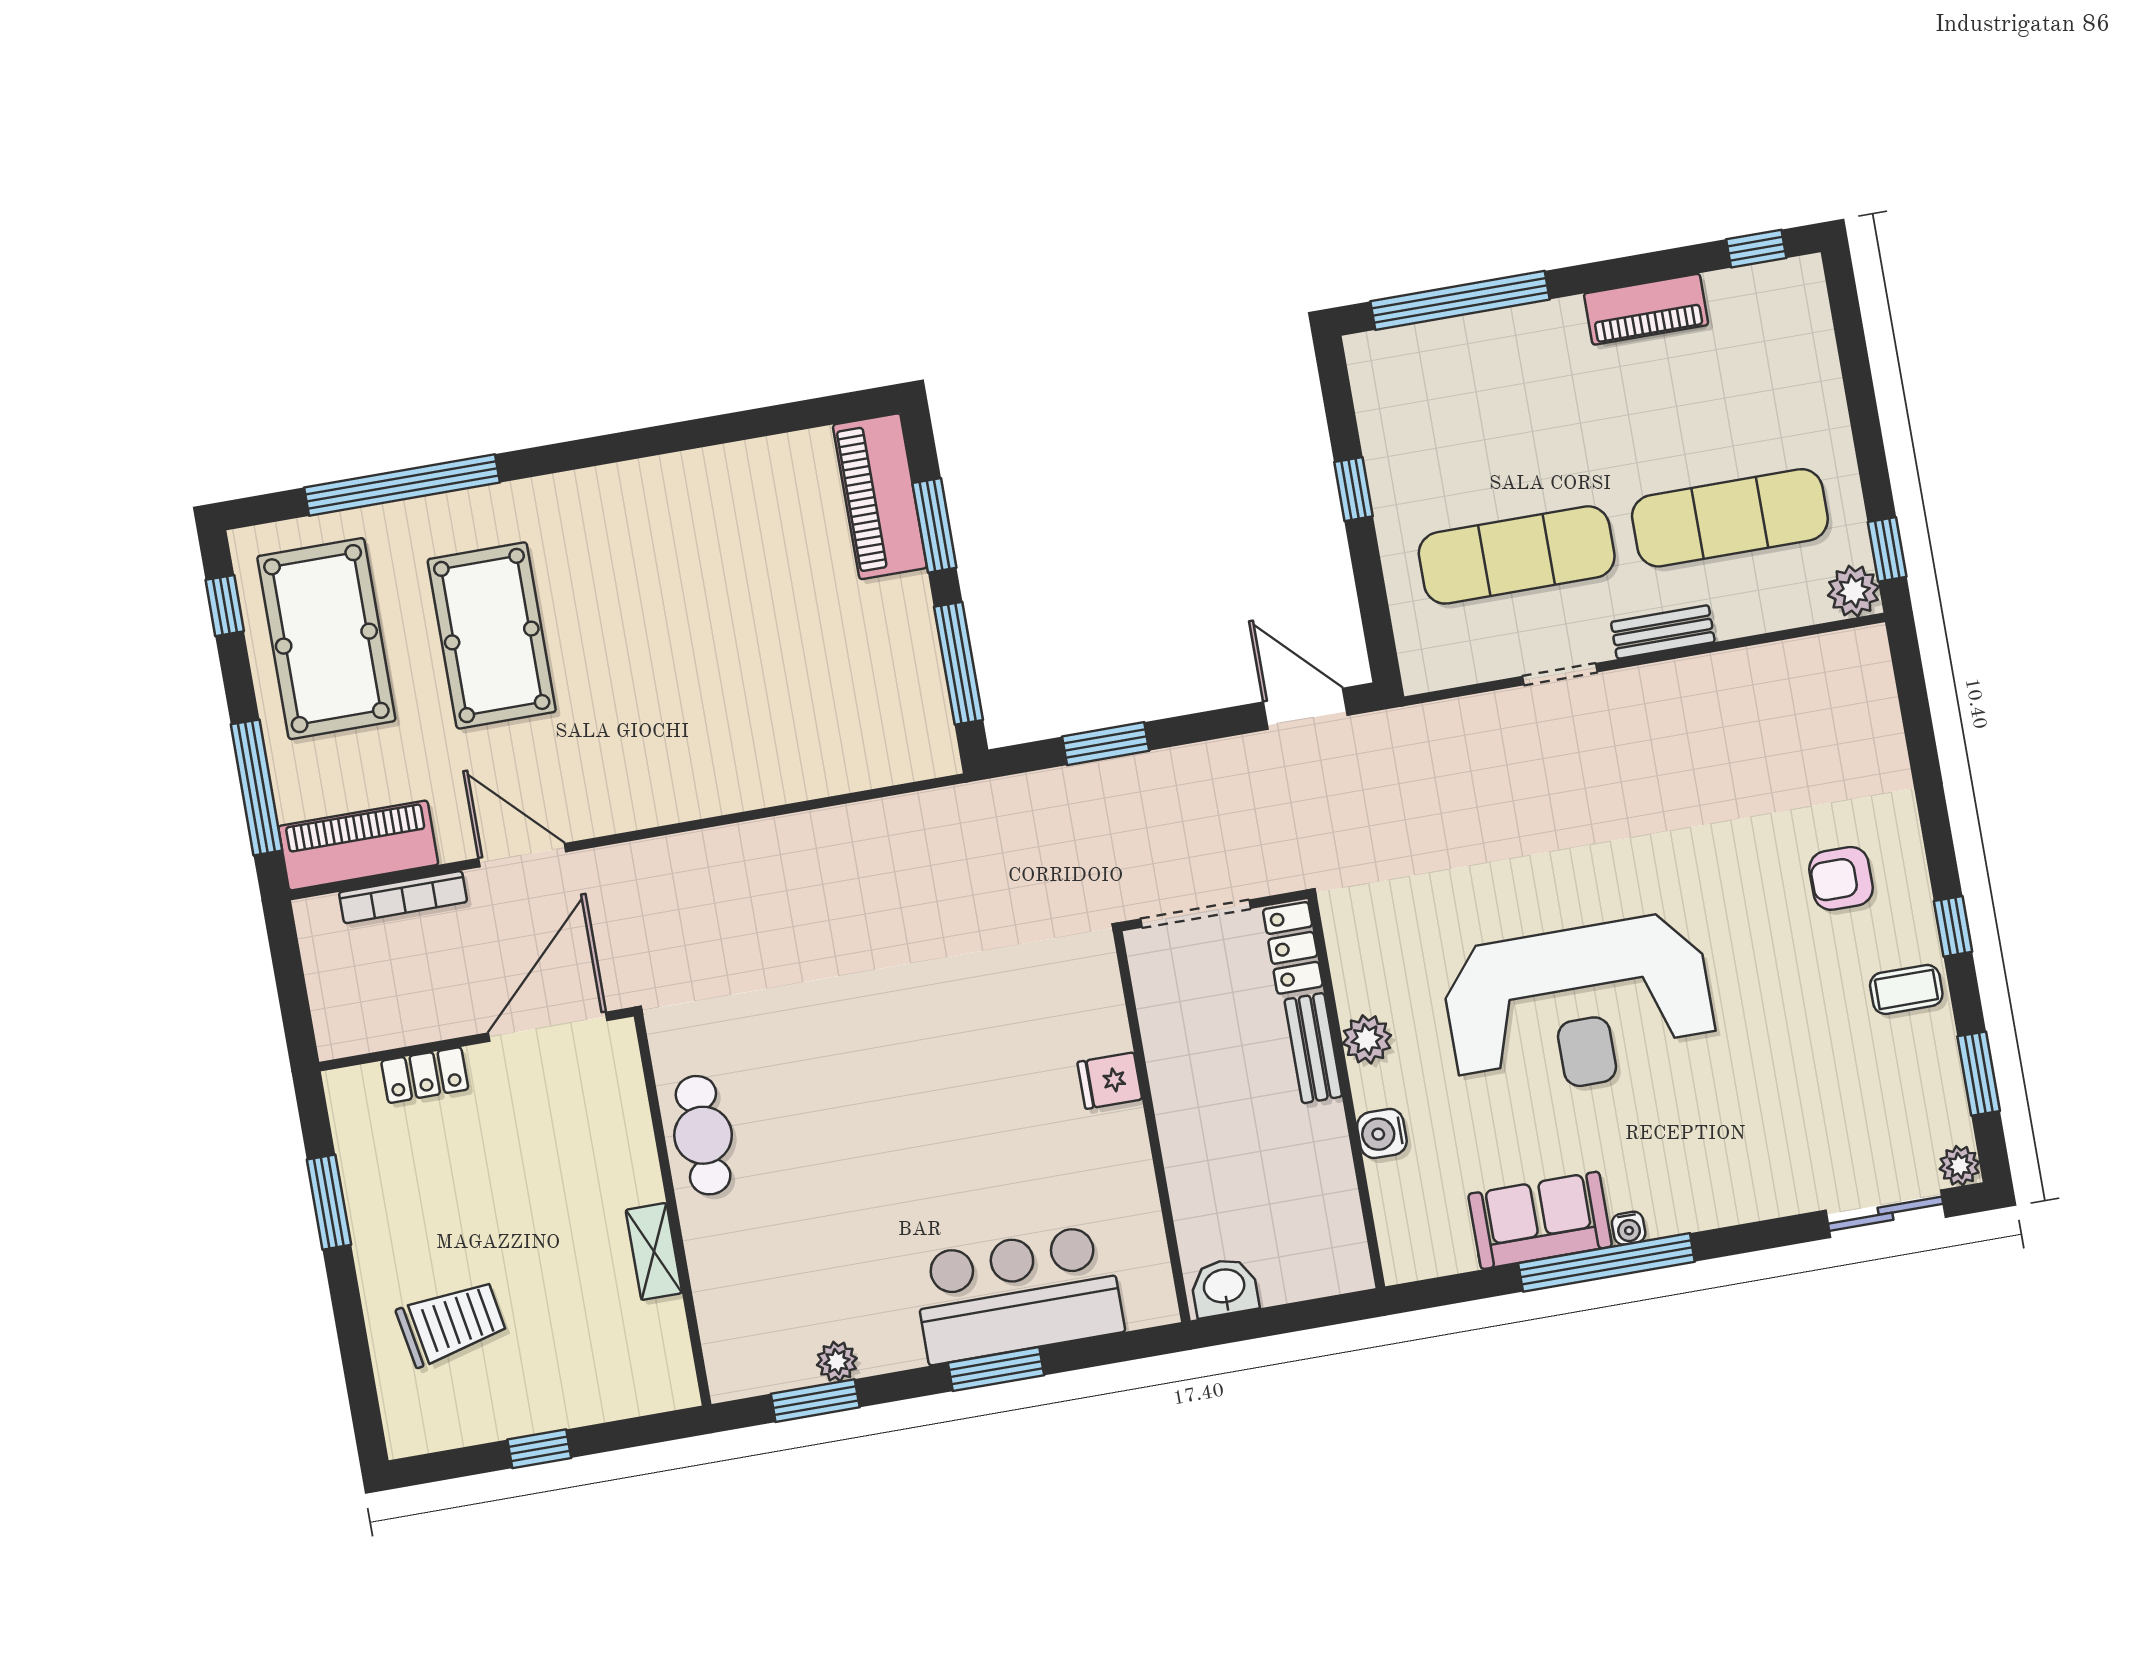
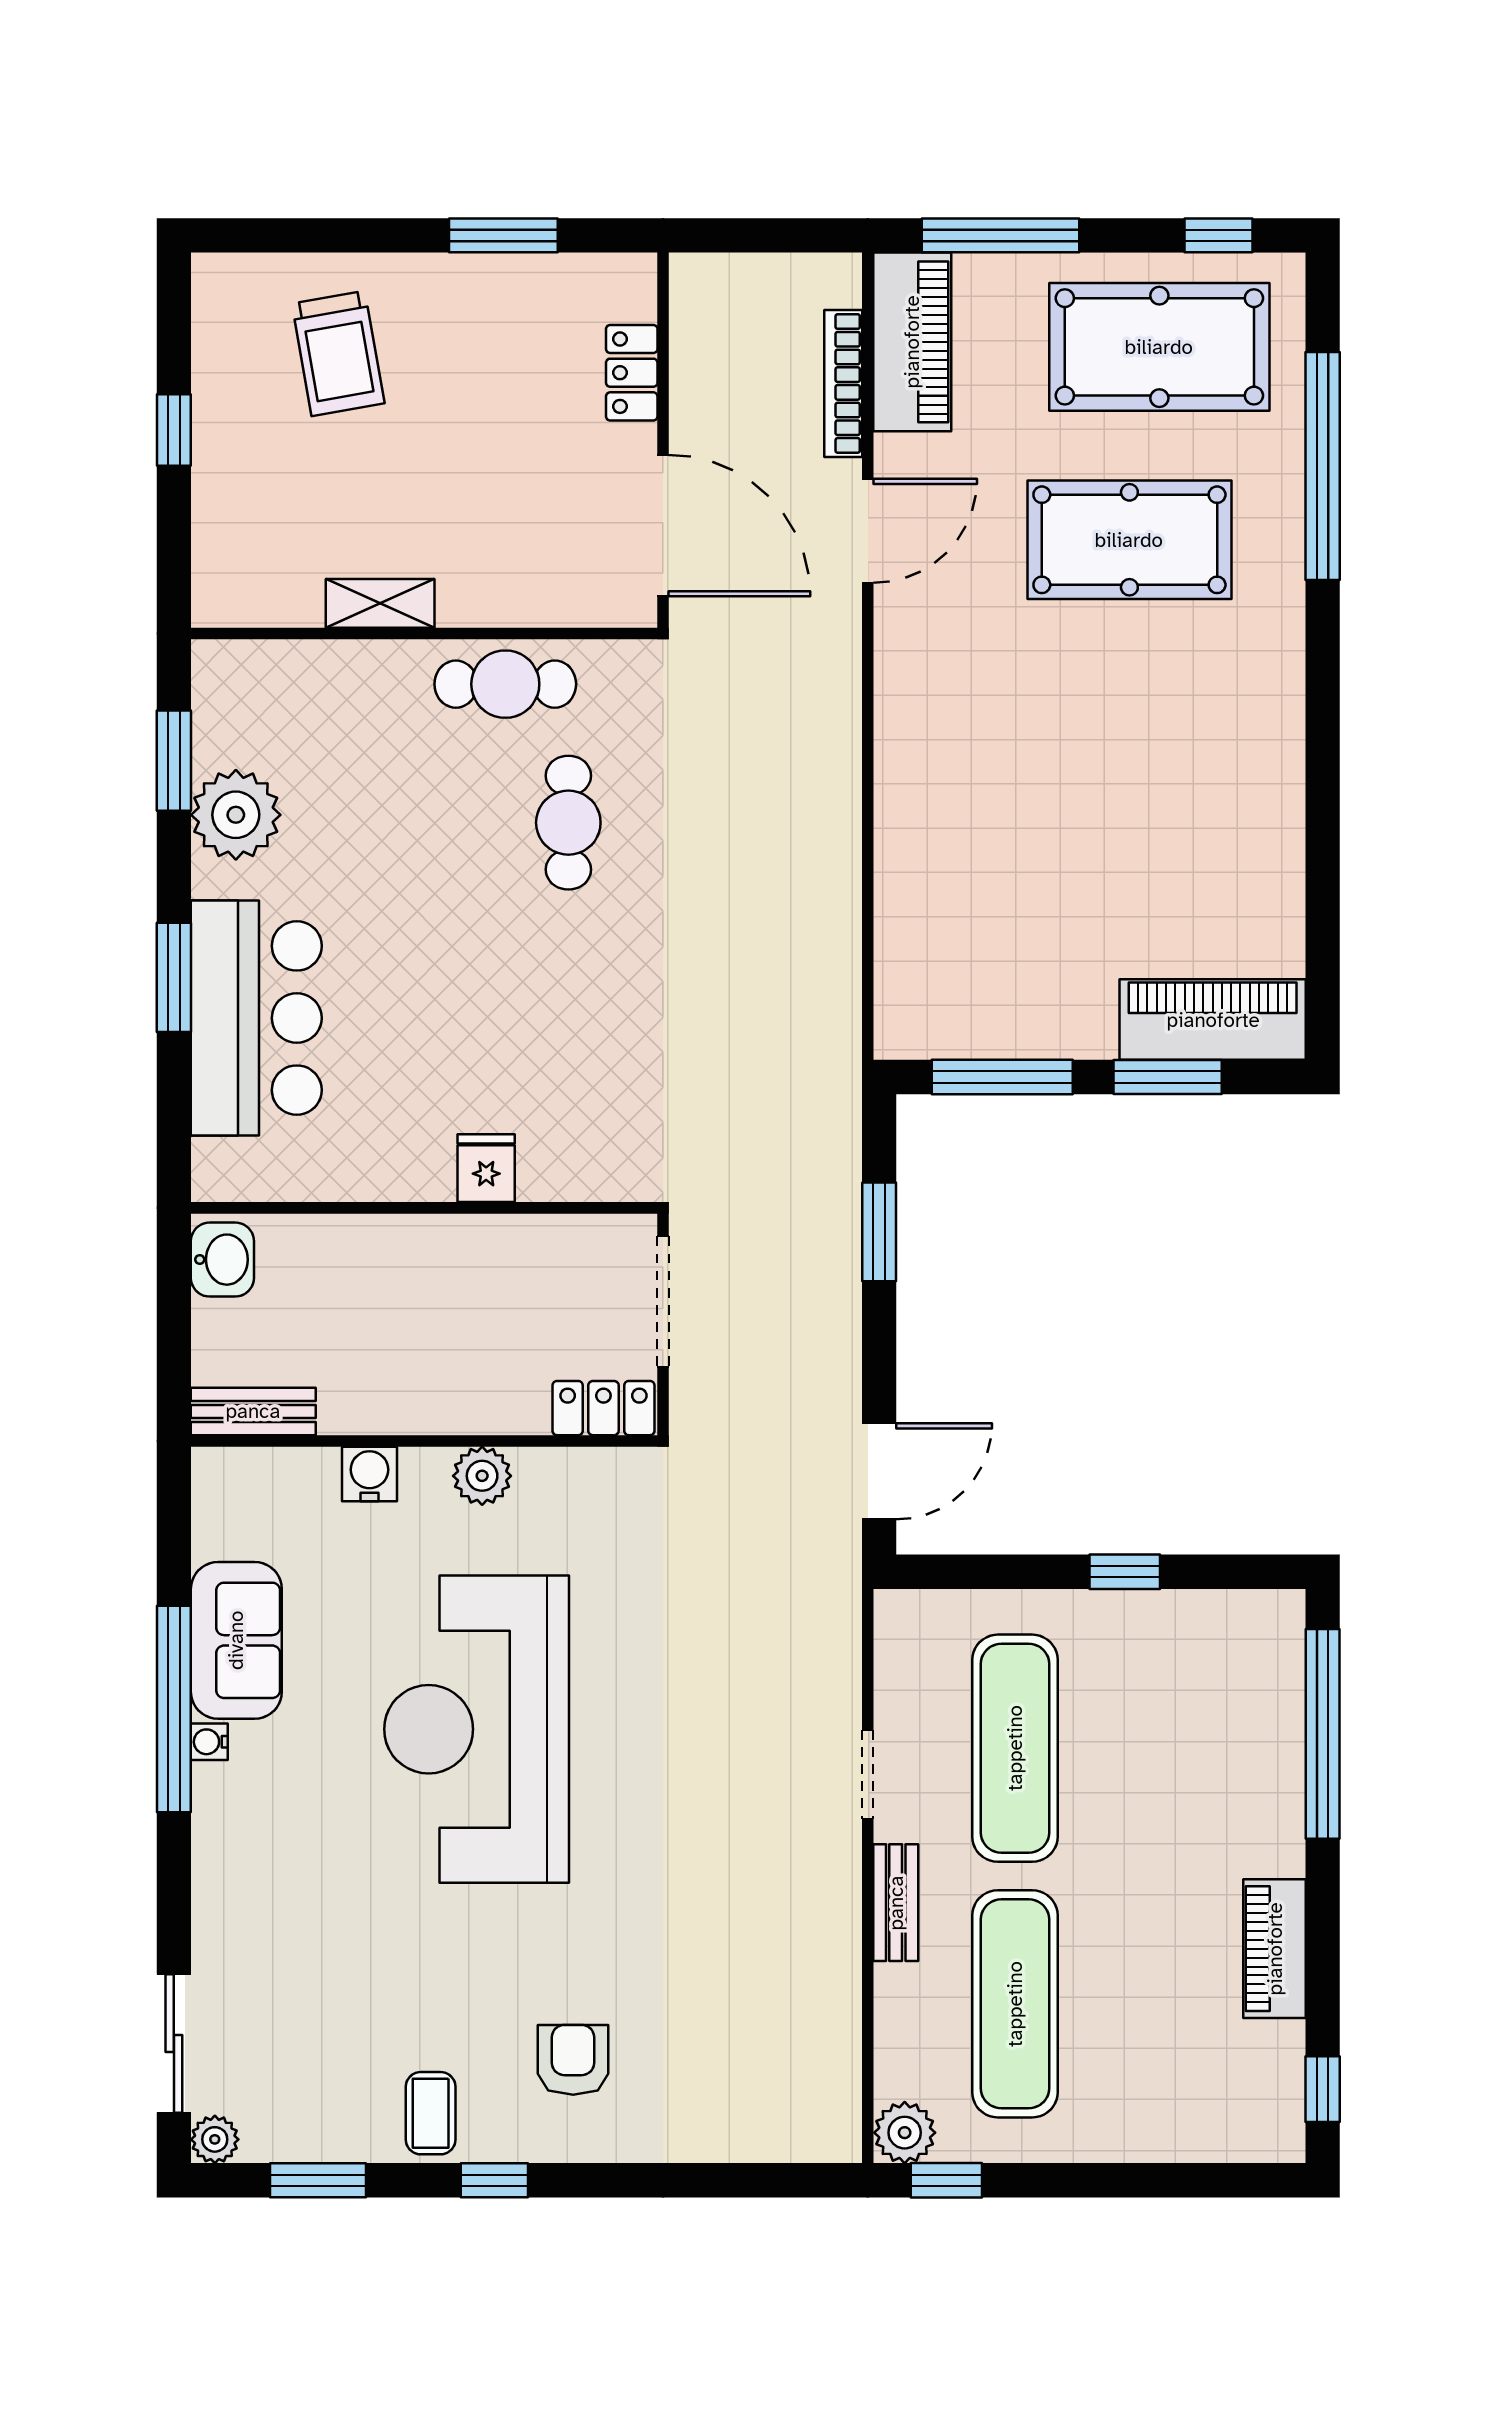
bench: (1313, 1048) -> (253, 1411), moved
cafe table: (809, 1062) -> (568, 823), added
plant: (837, 1362) -> (236, 815), width x1.88, depth x1.88

